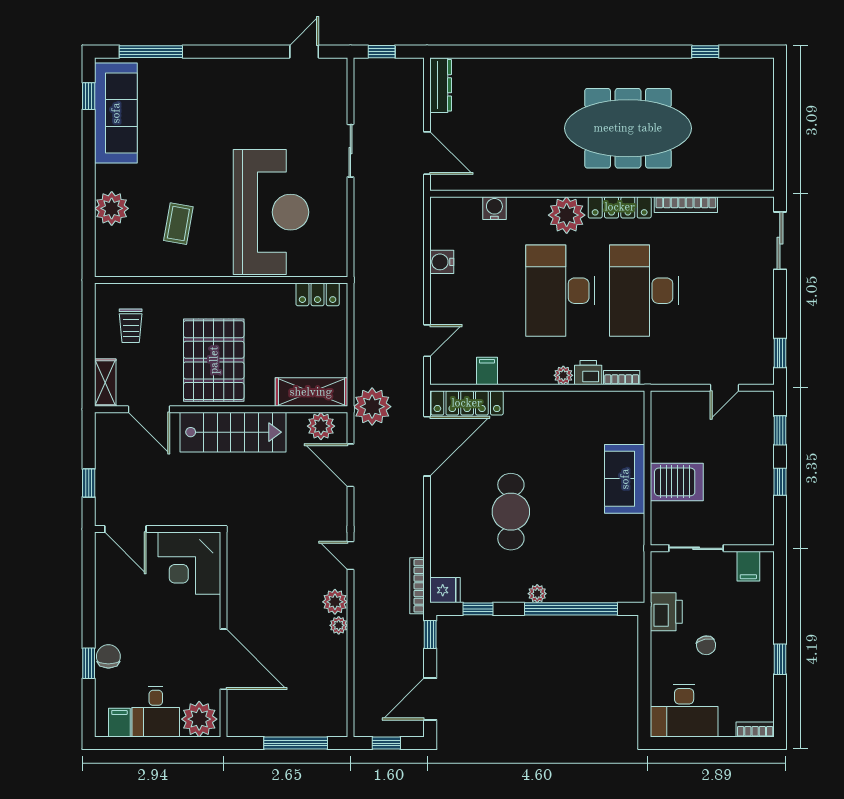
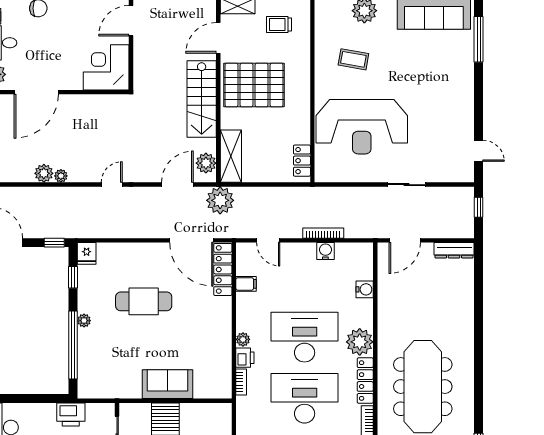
bookcase: (417, 586) -> (323, 233), moved
plant: (335, 602) -> (44, 173), moved

